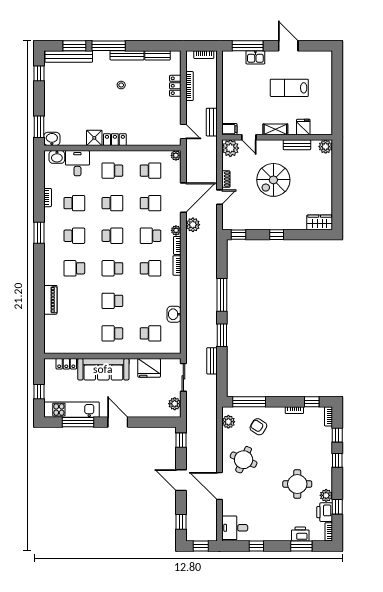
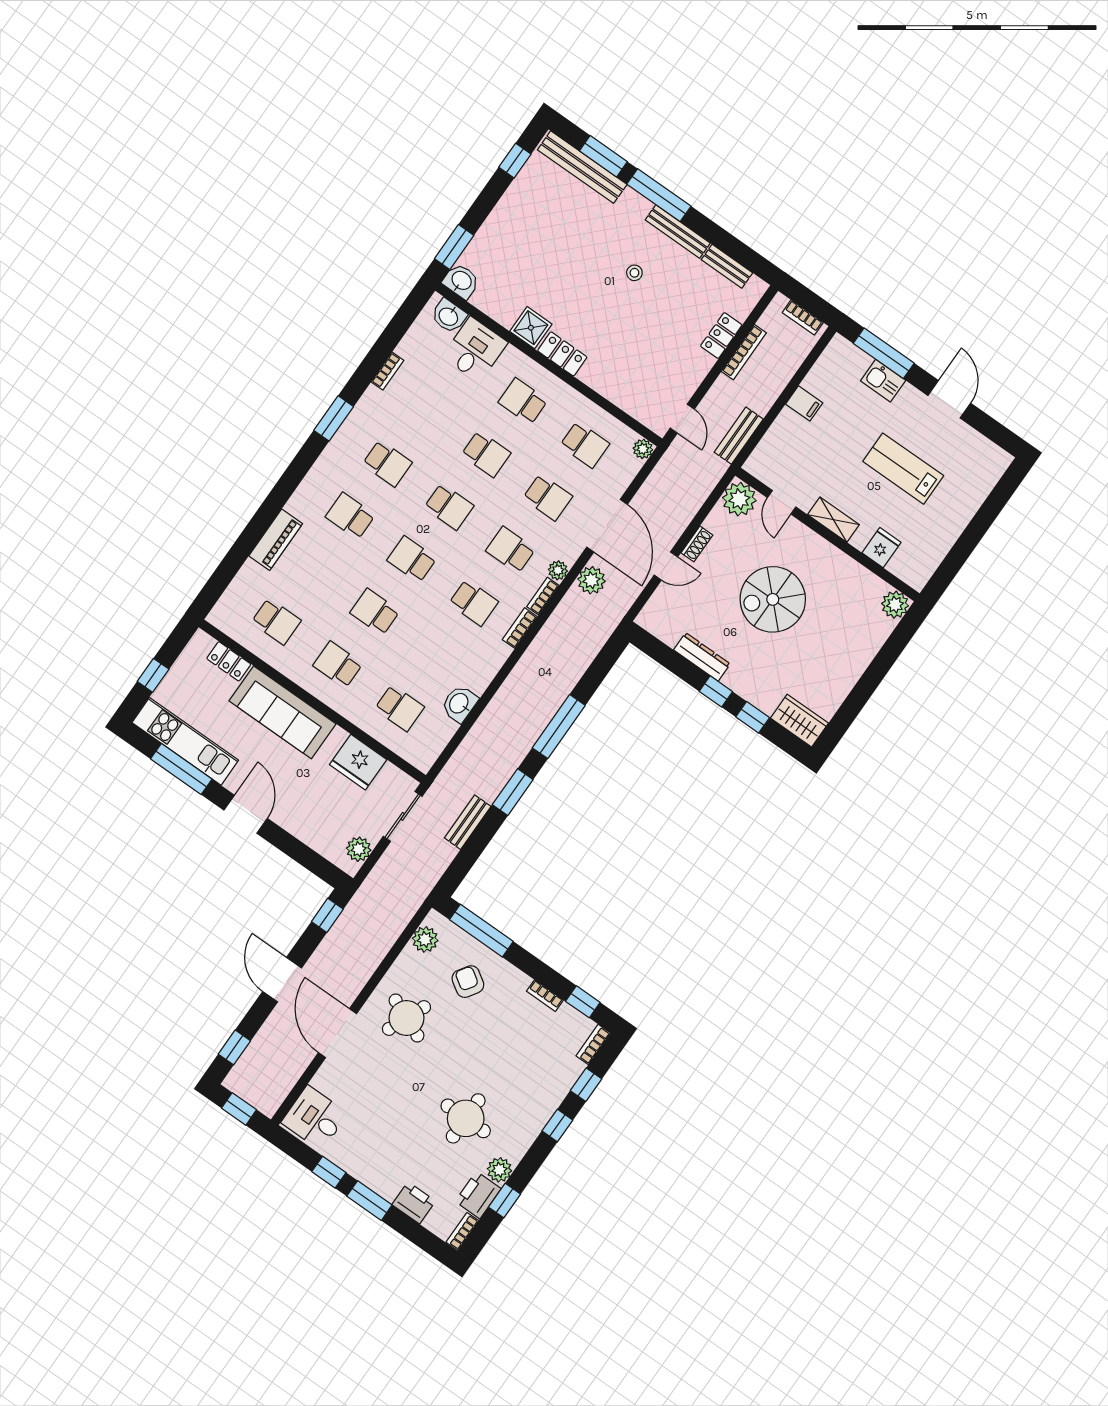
filing cabinet: (229, 129) -> (804, 403), moved
bench: (297, 145) -> (851, 569), removed
door: (183, 198) -> (607, 526), hinge flipped
school desk: (74, 203) -> (276, 621), moved
dresser: (261, 224) -> (702, 657), added
window: (239, 235) -> (753, 717), moved
window: (301, 546) -> (369, 1201), moved

